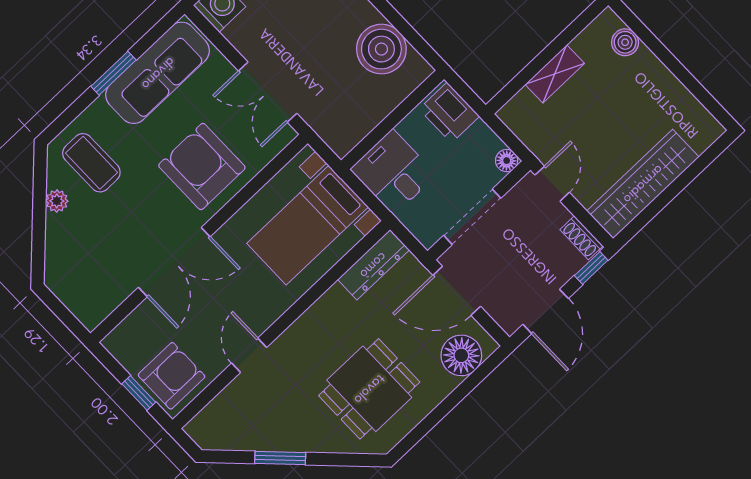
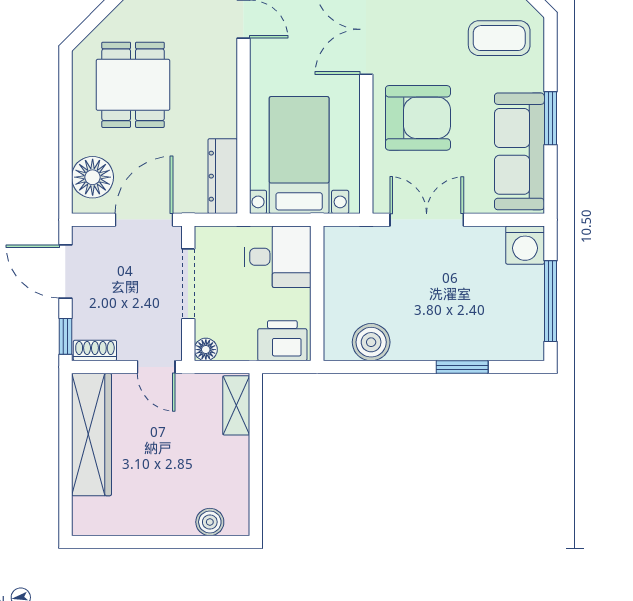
boiler: (381, 49) -> (371, 342), width x0.73, depth x0.73
shelving: (555, 74) -> (236, 405), moved

